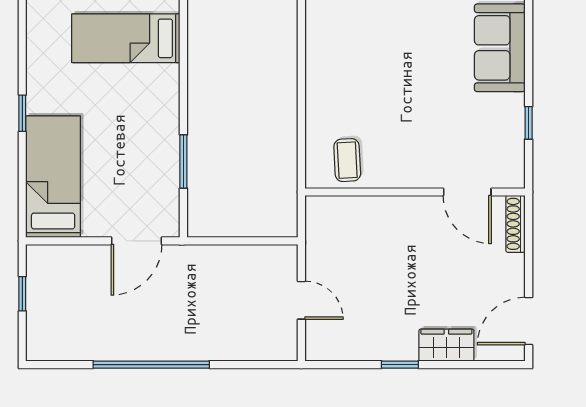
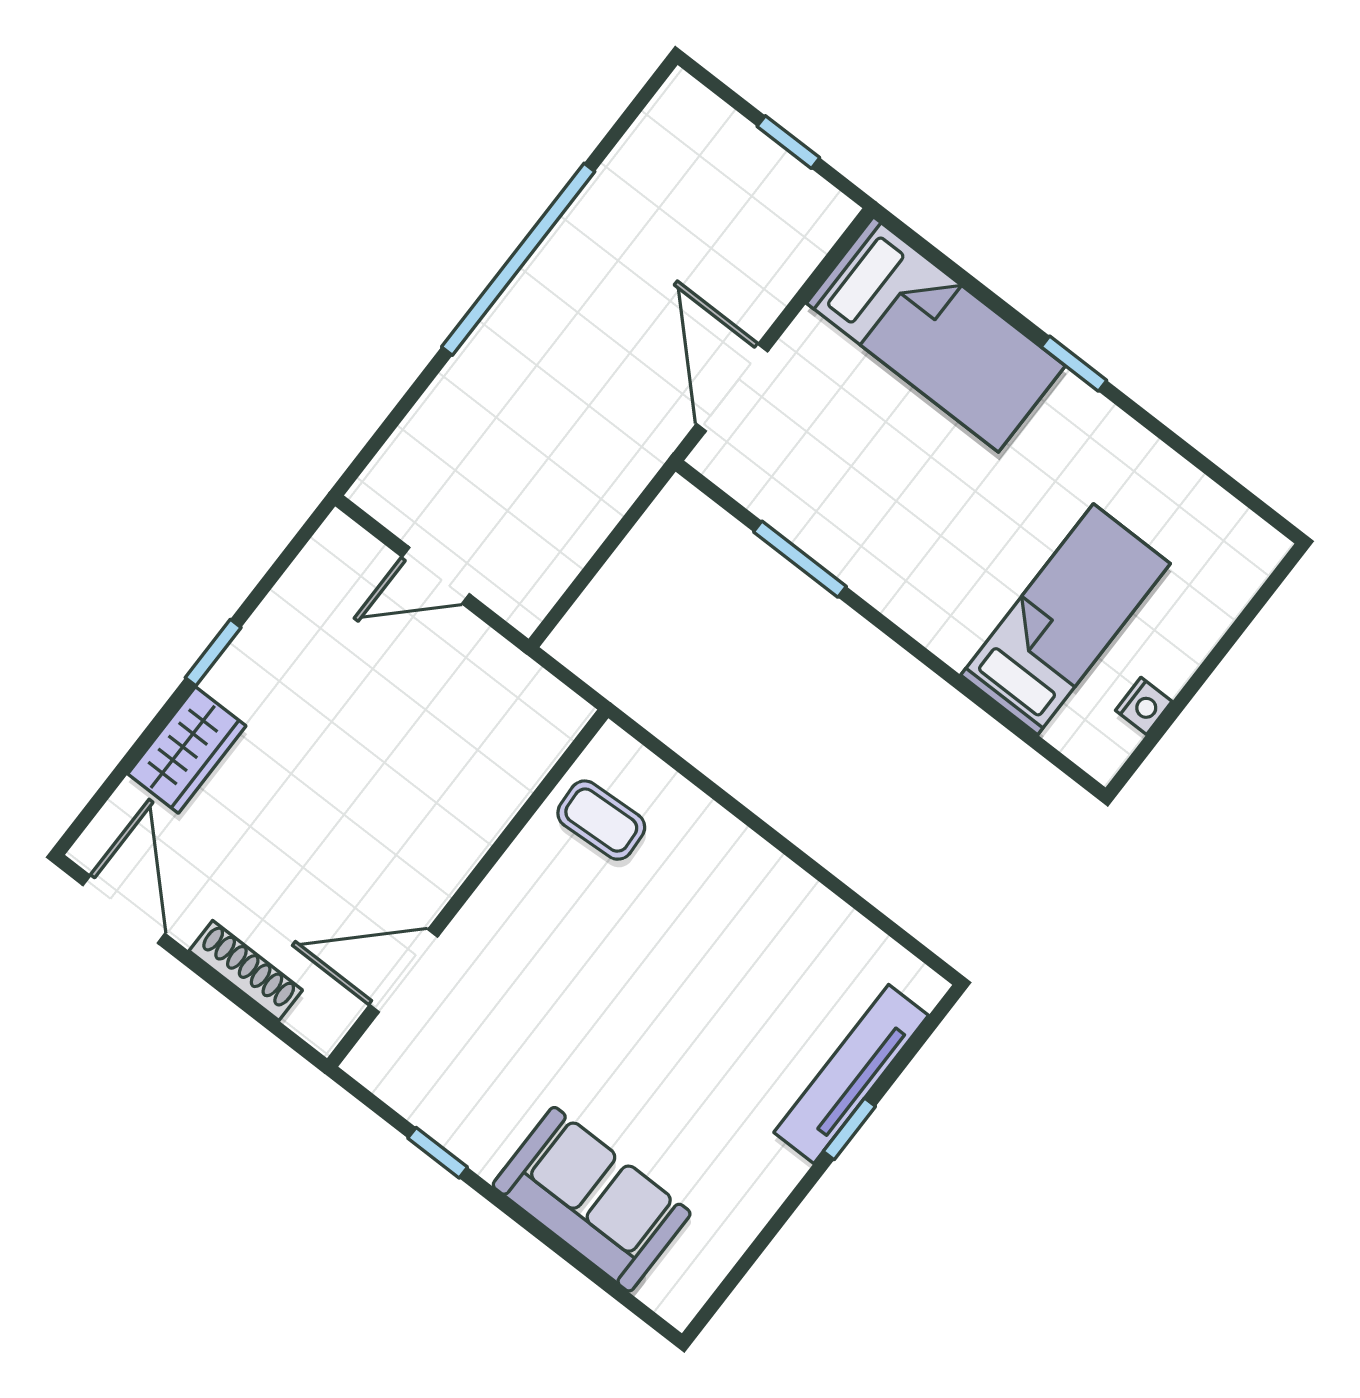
shoe rack: (515, 224) -> (246, 971), moved

